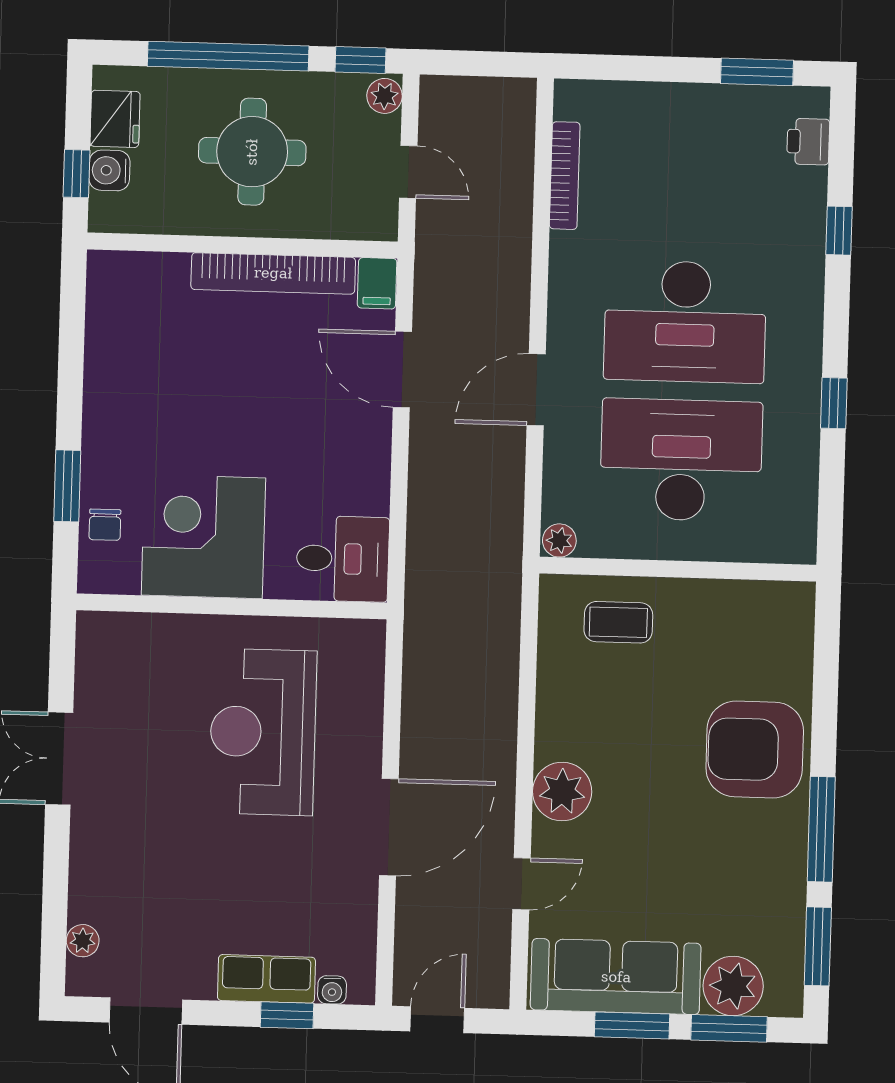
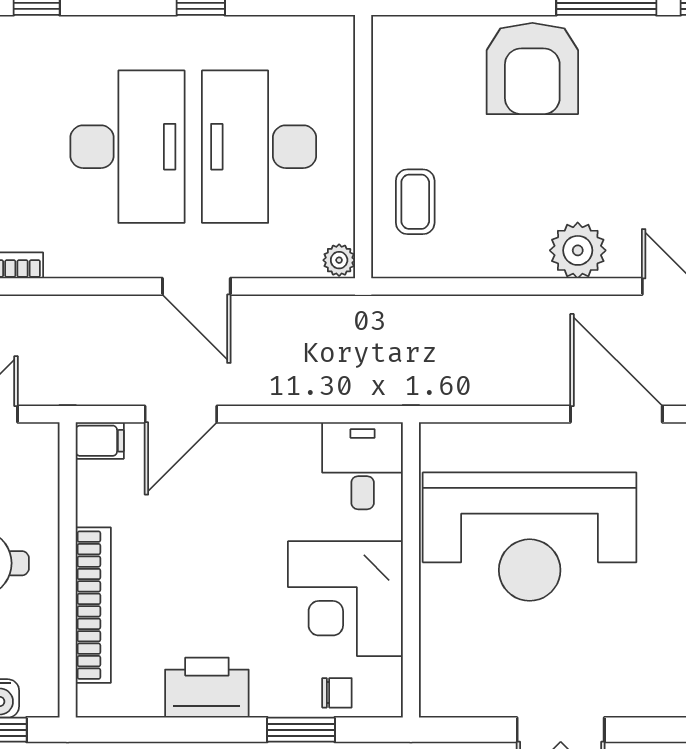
bookcase: (273, 273) -> (93, 605), moved
printer: (114, 388) -> (207, 688), added
reception desk: (263, 732) -> (530, 537), width x1.36, depth x1.30

